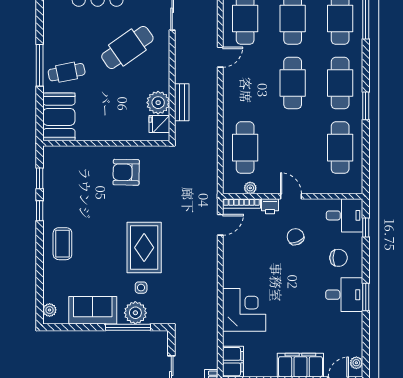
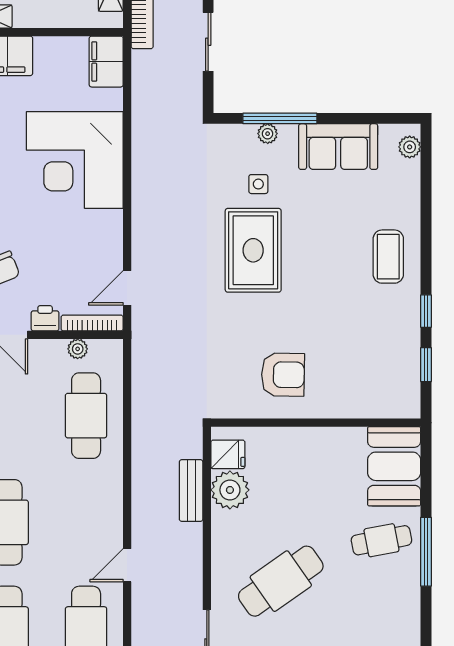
corner desk: (244, 310) -> (75, 160), width x1.36, depth x1.36
plant: (135, 313) -> (268, 134), width x0.53, depth x0.53

